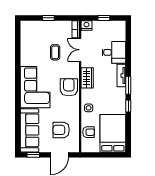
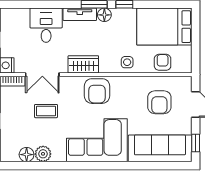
floor lamp: (25, 39) -> (27, 155), added
plant: (26, 50) -> (43, 154), added
armchair: (69, 87) -> (97, 91), turned -90
floor lamp: (121, 92) -> (104, 15), added

